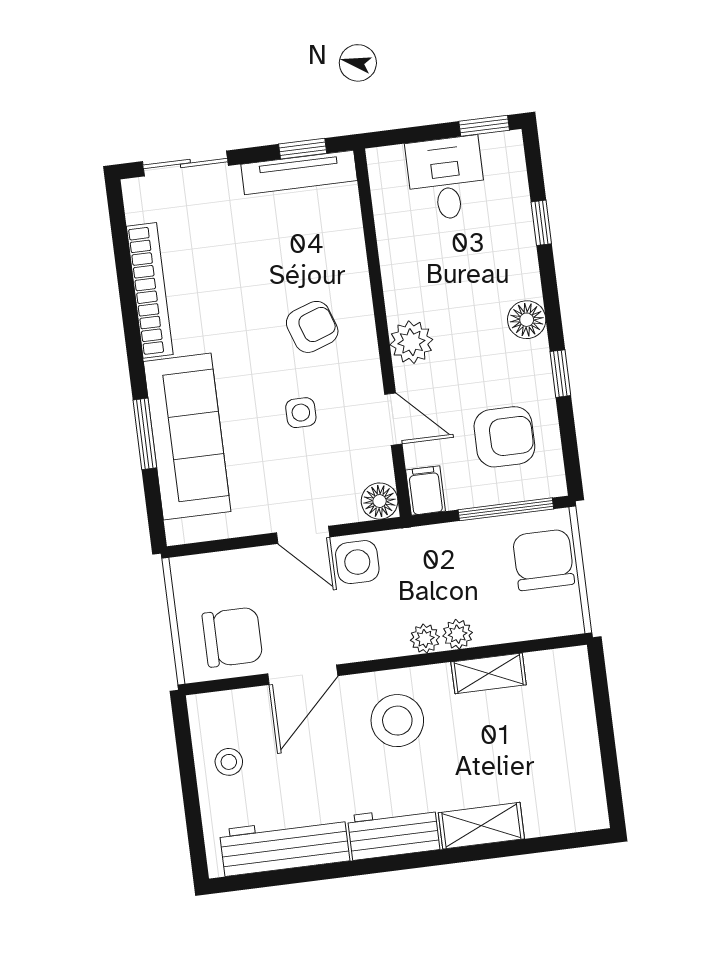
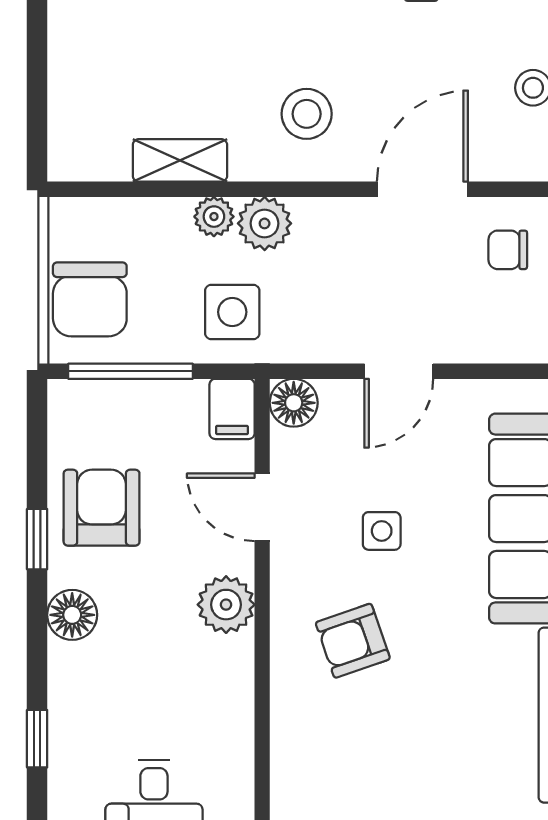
armchair: (504, 437) -> (102, 508), moved, turned 90
door: (303, 535) -> (399, 371), swing flipped
side table: (357, 562) -> (232, 312), moved
chair: (232, 637) -> (508, 250), width x0.54, depth x0.54
plant: (425, 639) -> (265, 223), width x1.38, depth x1.38
stool: (397, 721) -> (307, 114), width x0.73, depth x0.73

